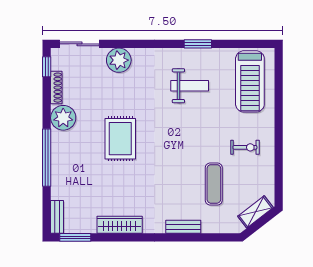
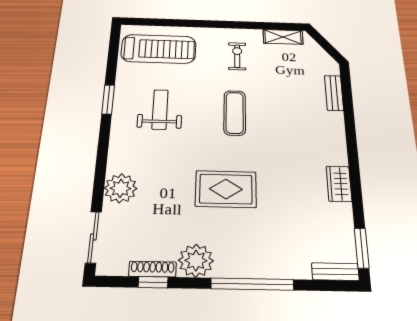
window: (47, 67) -> (153, 282), moved
exercise mat: (214, 184) -> (235, 113), moved, turned 90
shelving: (255, 212) -> (283, 37), moved, turned -52
wardrobe: (120, 225) -> (339, 184), width x0.67
bench: (183, 227) -> (334, 93), moved

